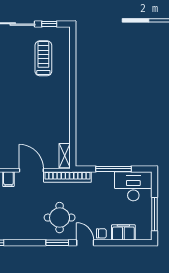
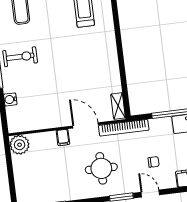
round table: (60, 218) -> (101, 168), moved
chair: (101, 233) -> (154, 162), moved

